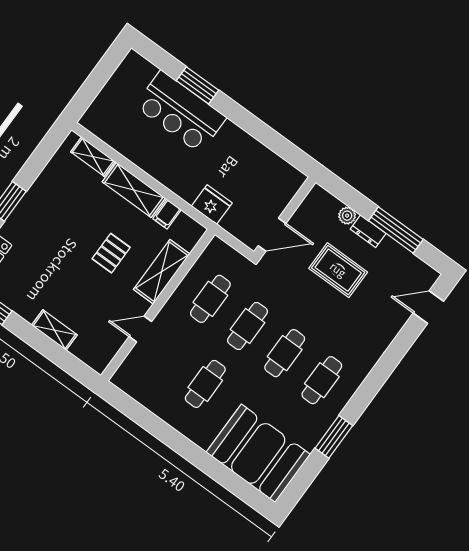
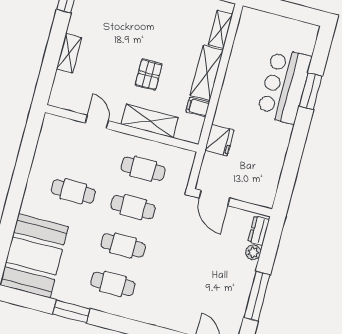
dresser: (368, 231) -> (259, 231), moved
pallet: (111, 253) -> (149, 74), turned 90
rug: (338, 270) -> (207, 262), removed

